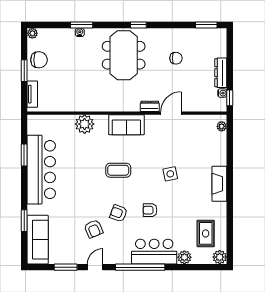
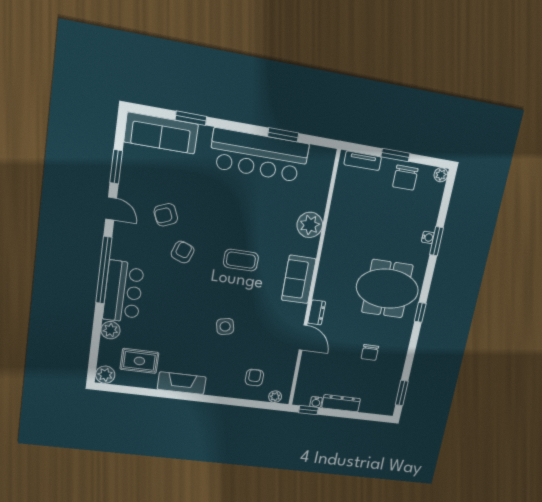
coffee table: (118, 170) -> (241, 260), turned 90
fireplace: (219, 184) -> (182, 383), moved
armchair: (150, 210) -> (254, 378), moved

